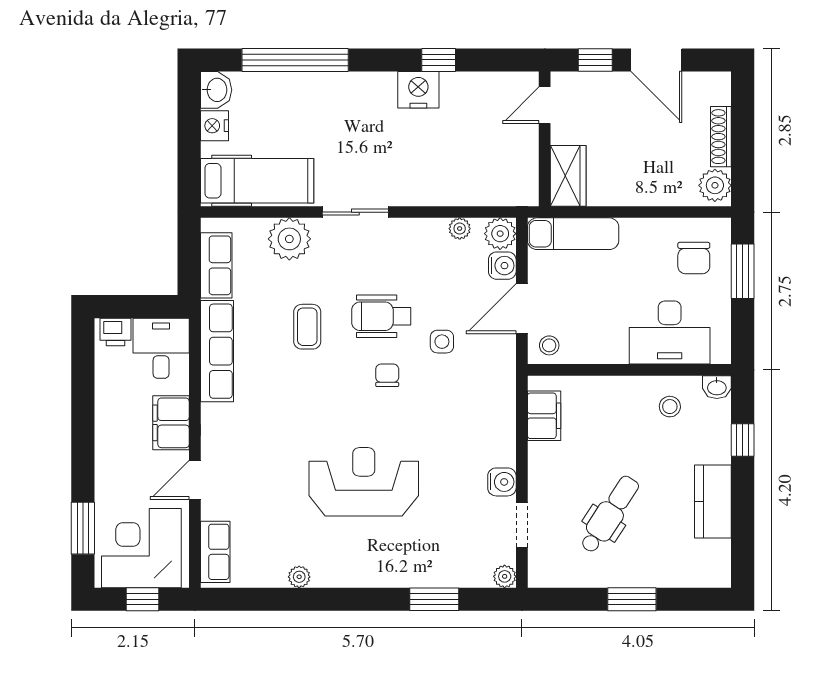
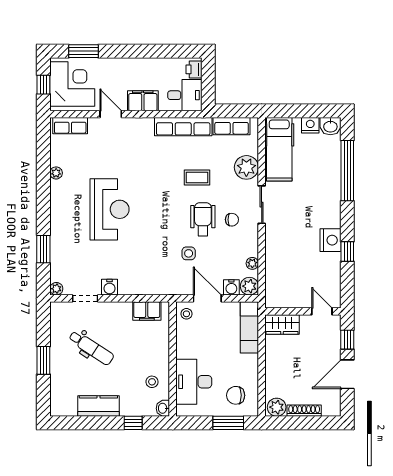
chair: (387, 375) -> (232, 220), moved

